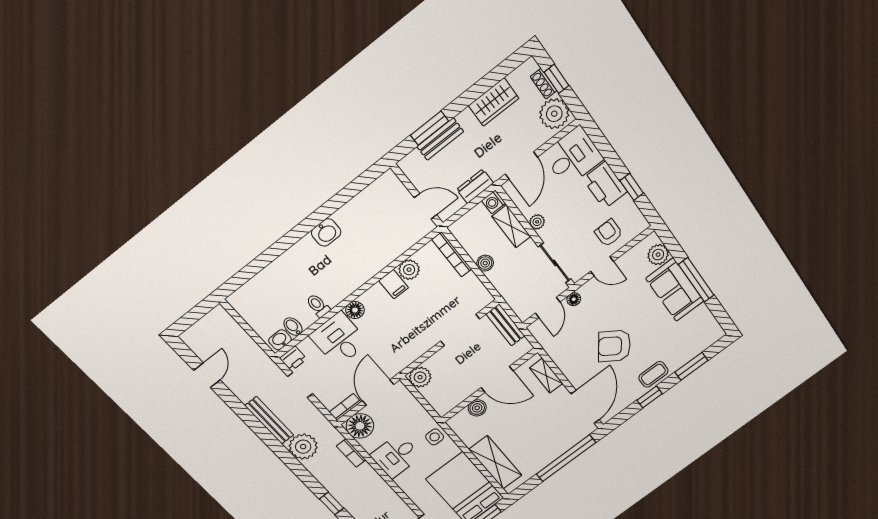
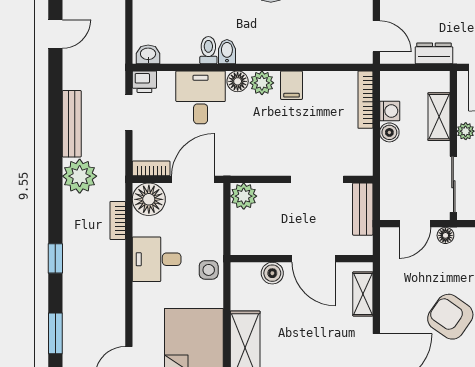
washing machine: (494, 202) -> (390, 111), moved, turned 180
plant: (409, 270) -> (262, 83), moved
bidet: (293, 327) -> (227, 52), moved

